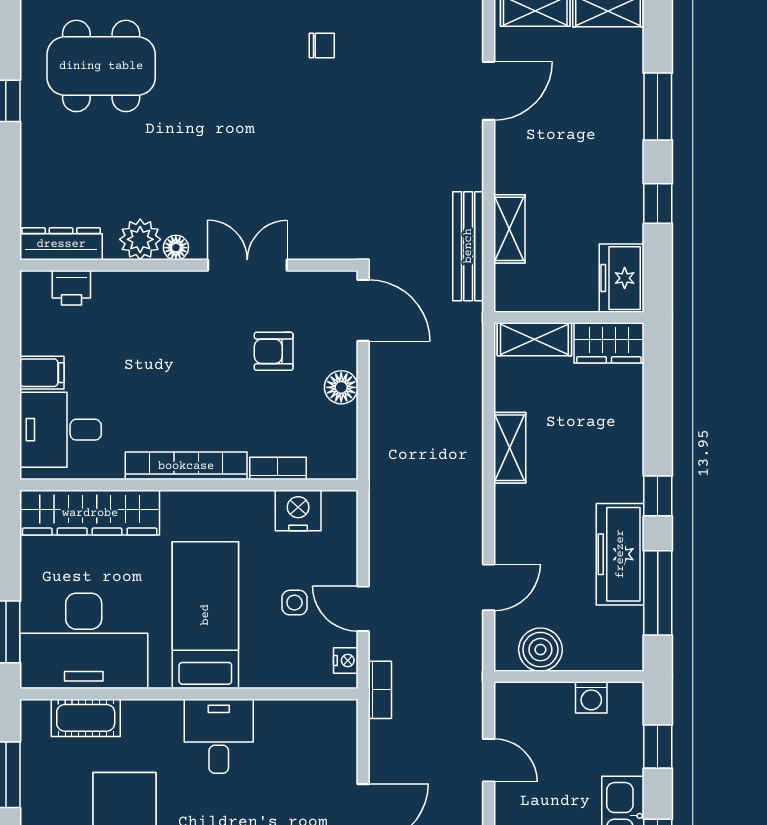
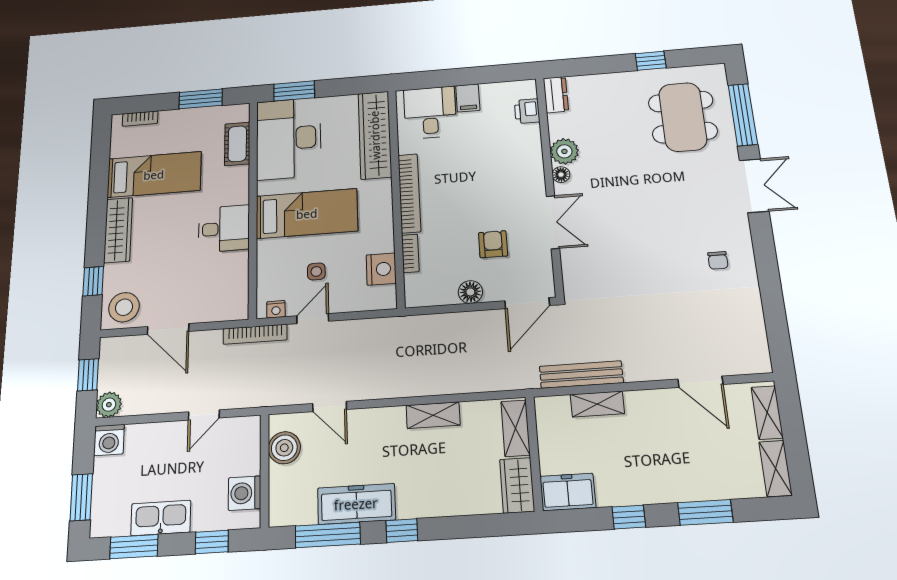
dresser: (61, 244) -> (556, 95), width x0.70
bookcase: (380, 690) -> (255, 334), width x1.56
washing machine: (591, 697) -> (245, 493), width x1.38, depth x1.38

